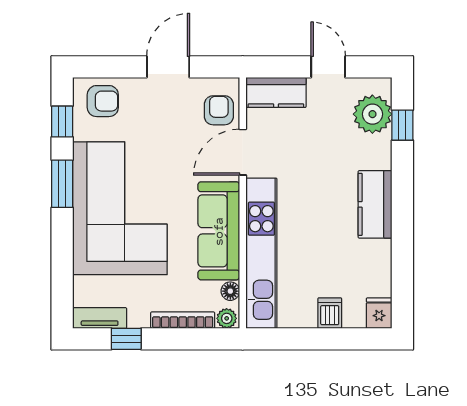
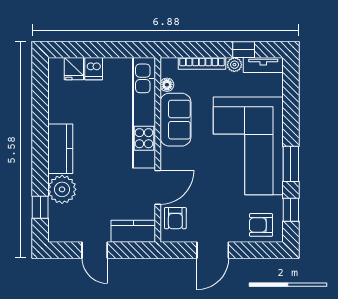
plant: (372, 114) -> (62, 189), moved
sofa: (219, 231) -> (175, 120), width x0.73
fridge: (379, 313) -> (74, 69), moved
plant: (227, 318) -> (234, 65), moved

